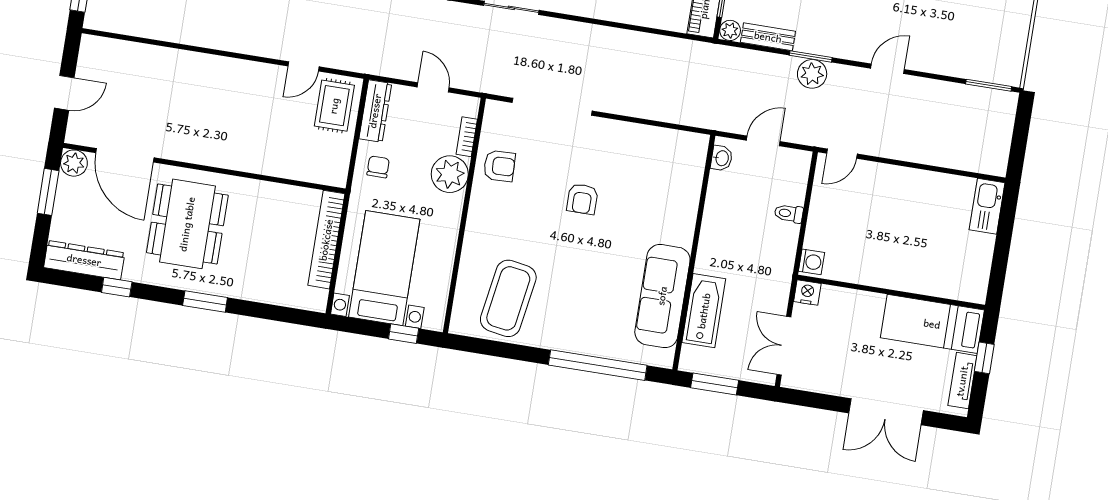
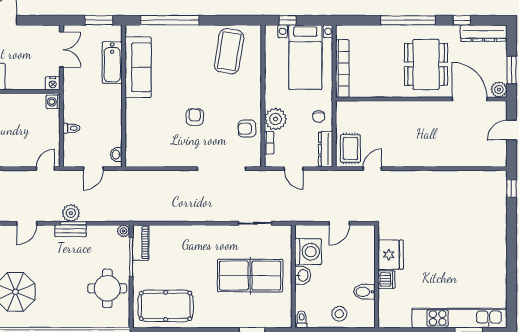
bench: (768, 37) -> (70, 231), moved
window: (205, 301) -> (408, 20), width x2.11

